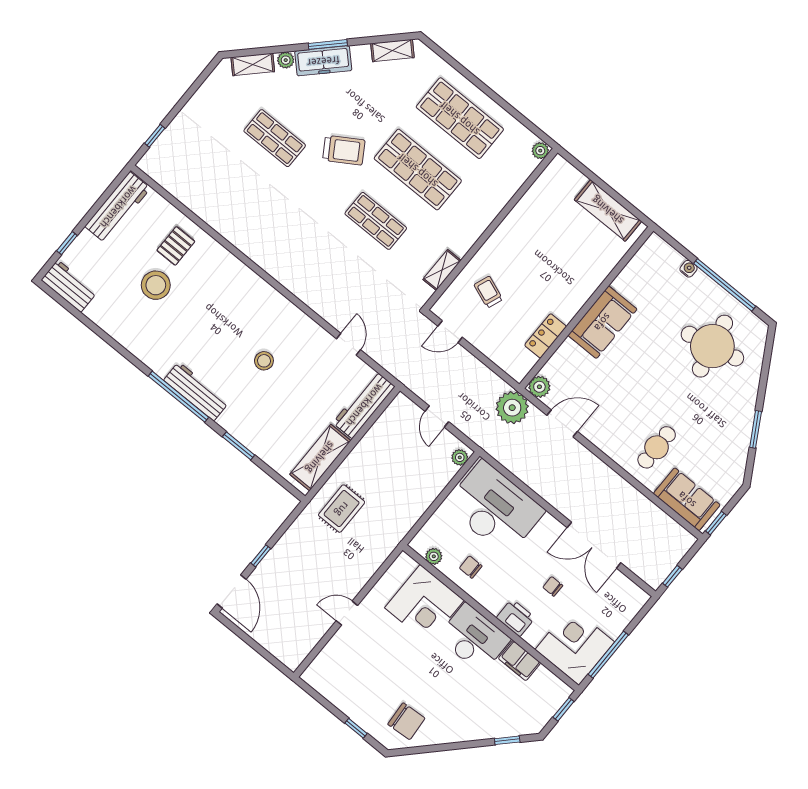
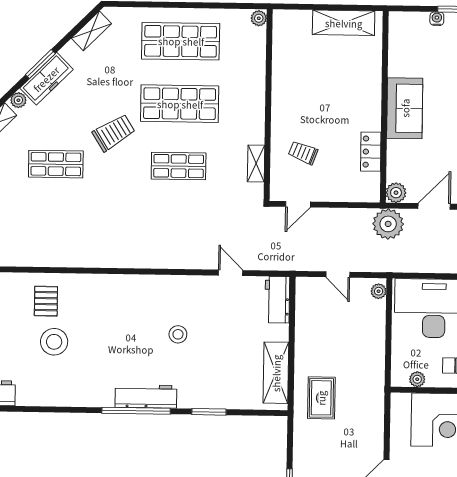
workbench: (364, 405) -> (277, 300), width x0.73

